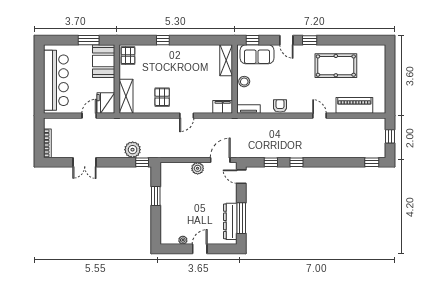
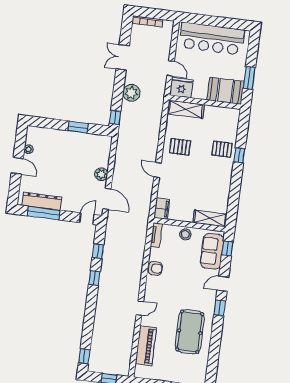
pallet: (128, 55) -> (222, 149), moved
plant: (133, 150) -> (131, 93), moved

